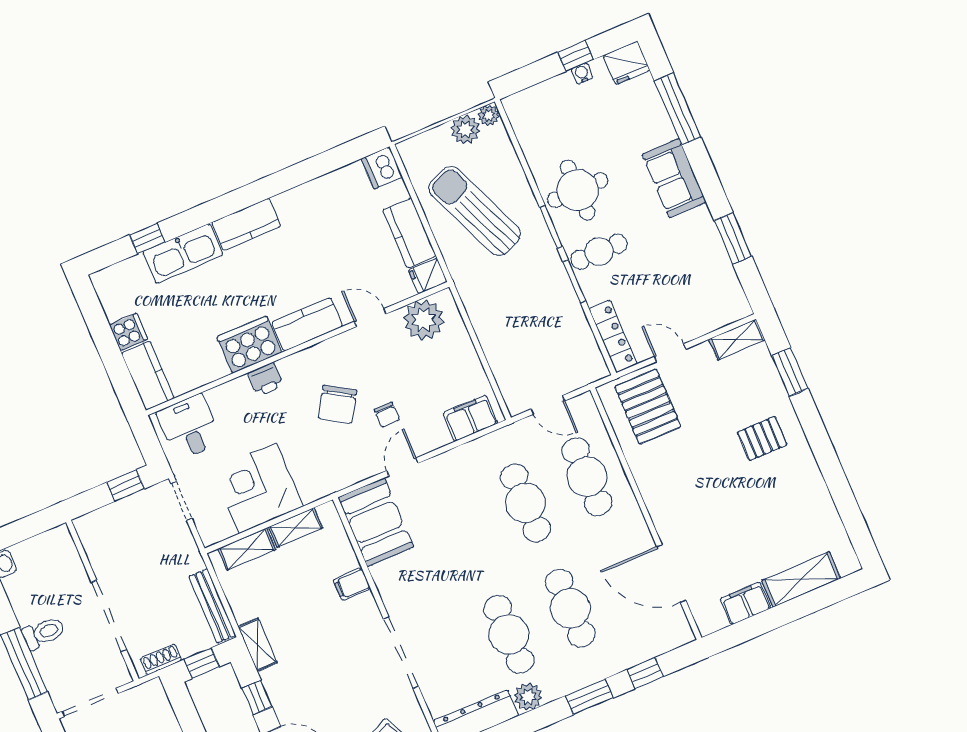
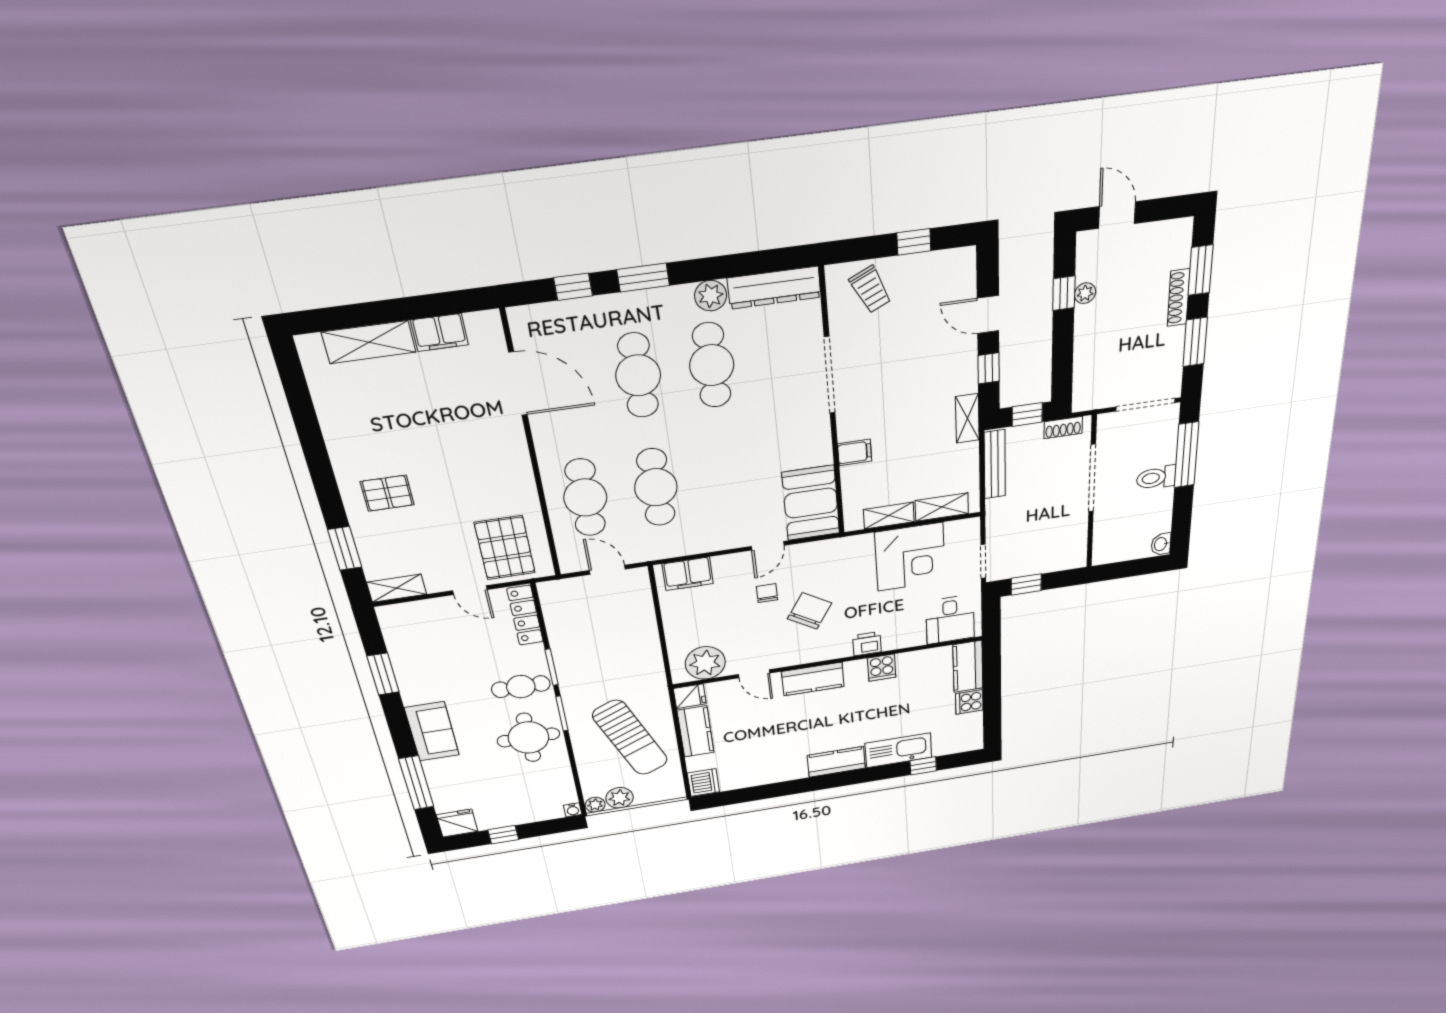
water cooler: (582, 73) -> (573, 810), moved
cooker: (249, 345) -> (882, 668), width x0.53, depth x0.76

